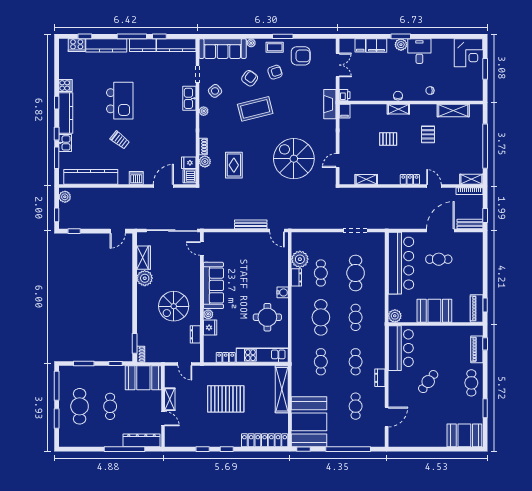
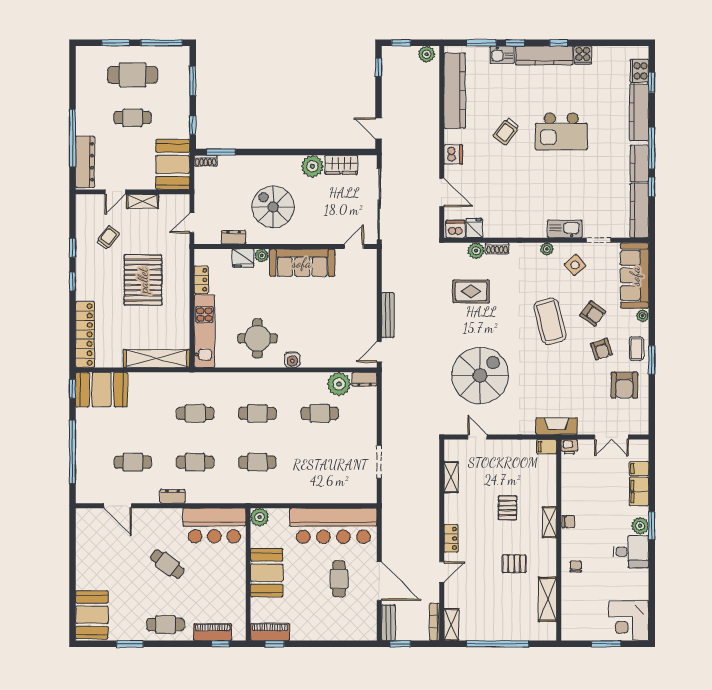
cafe table: (356, 273) -> (320, 462), removed
dresser: (296, 277) -> (364, 379), moved
cafe table: (321, 317) -> (257, 413), width x0.73, depth x0.74
booth: (309, 422) -> (101, 390), width x0.73, depth x0.70
trolley: (196, 424) -> (108, 238), added

